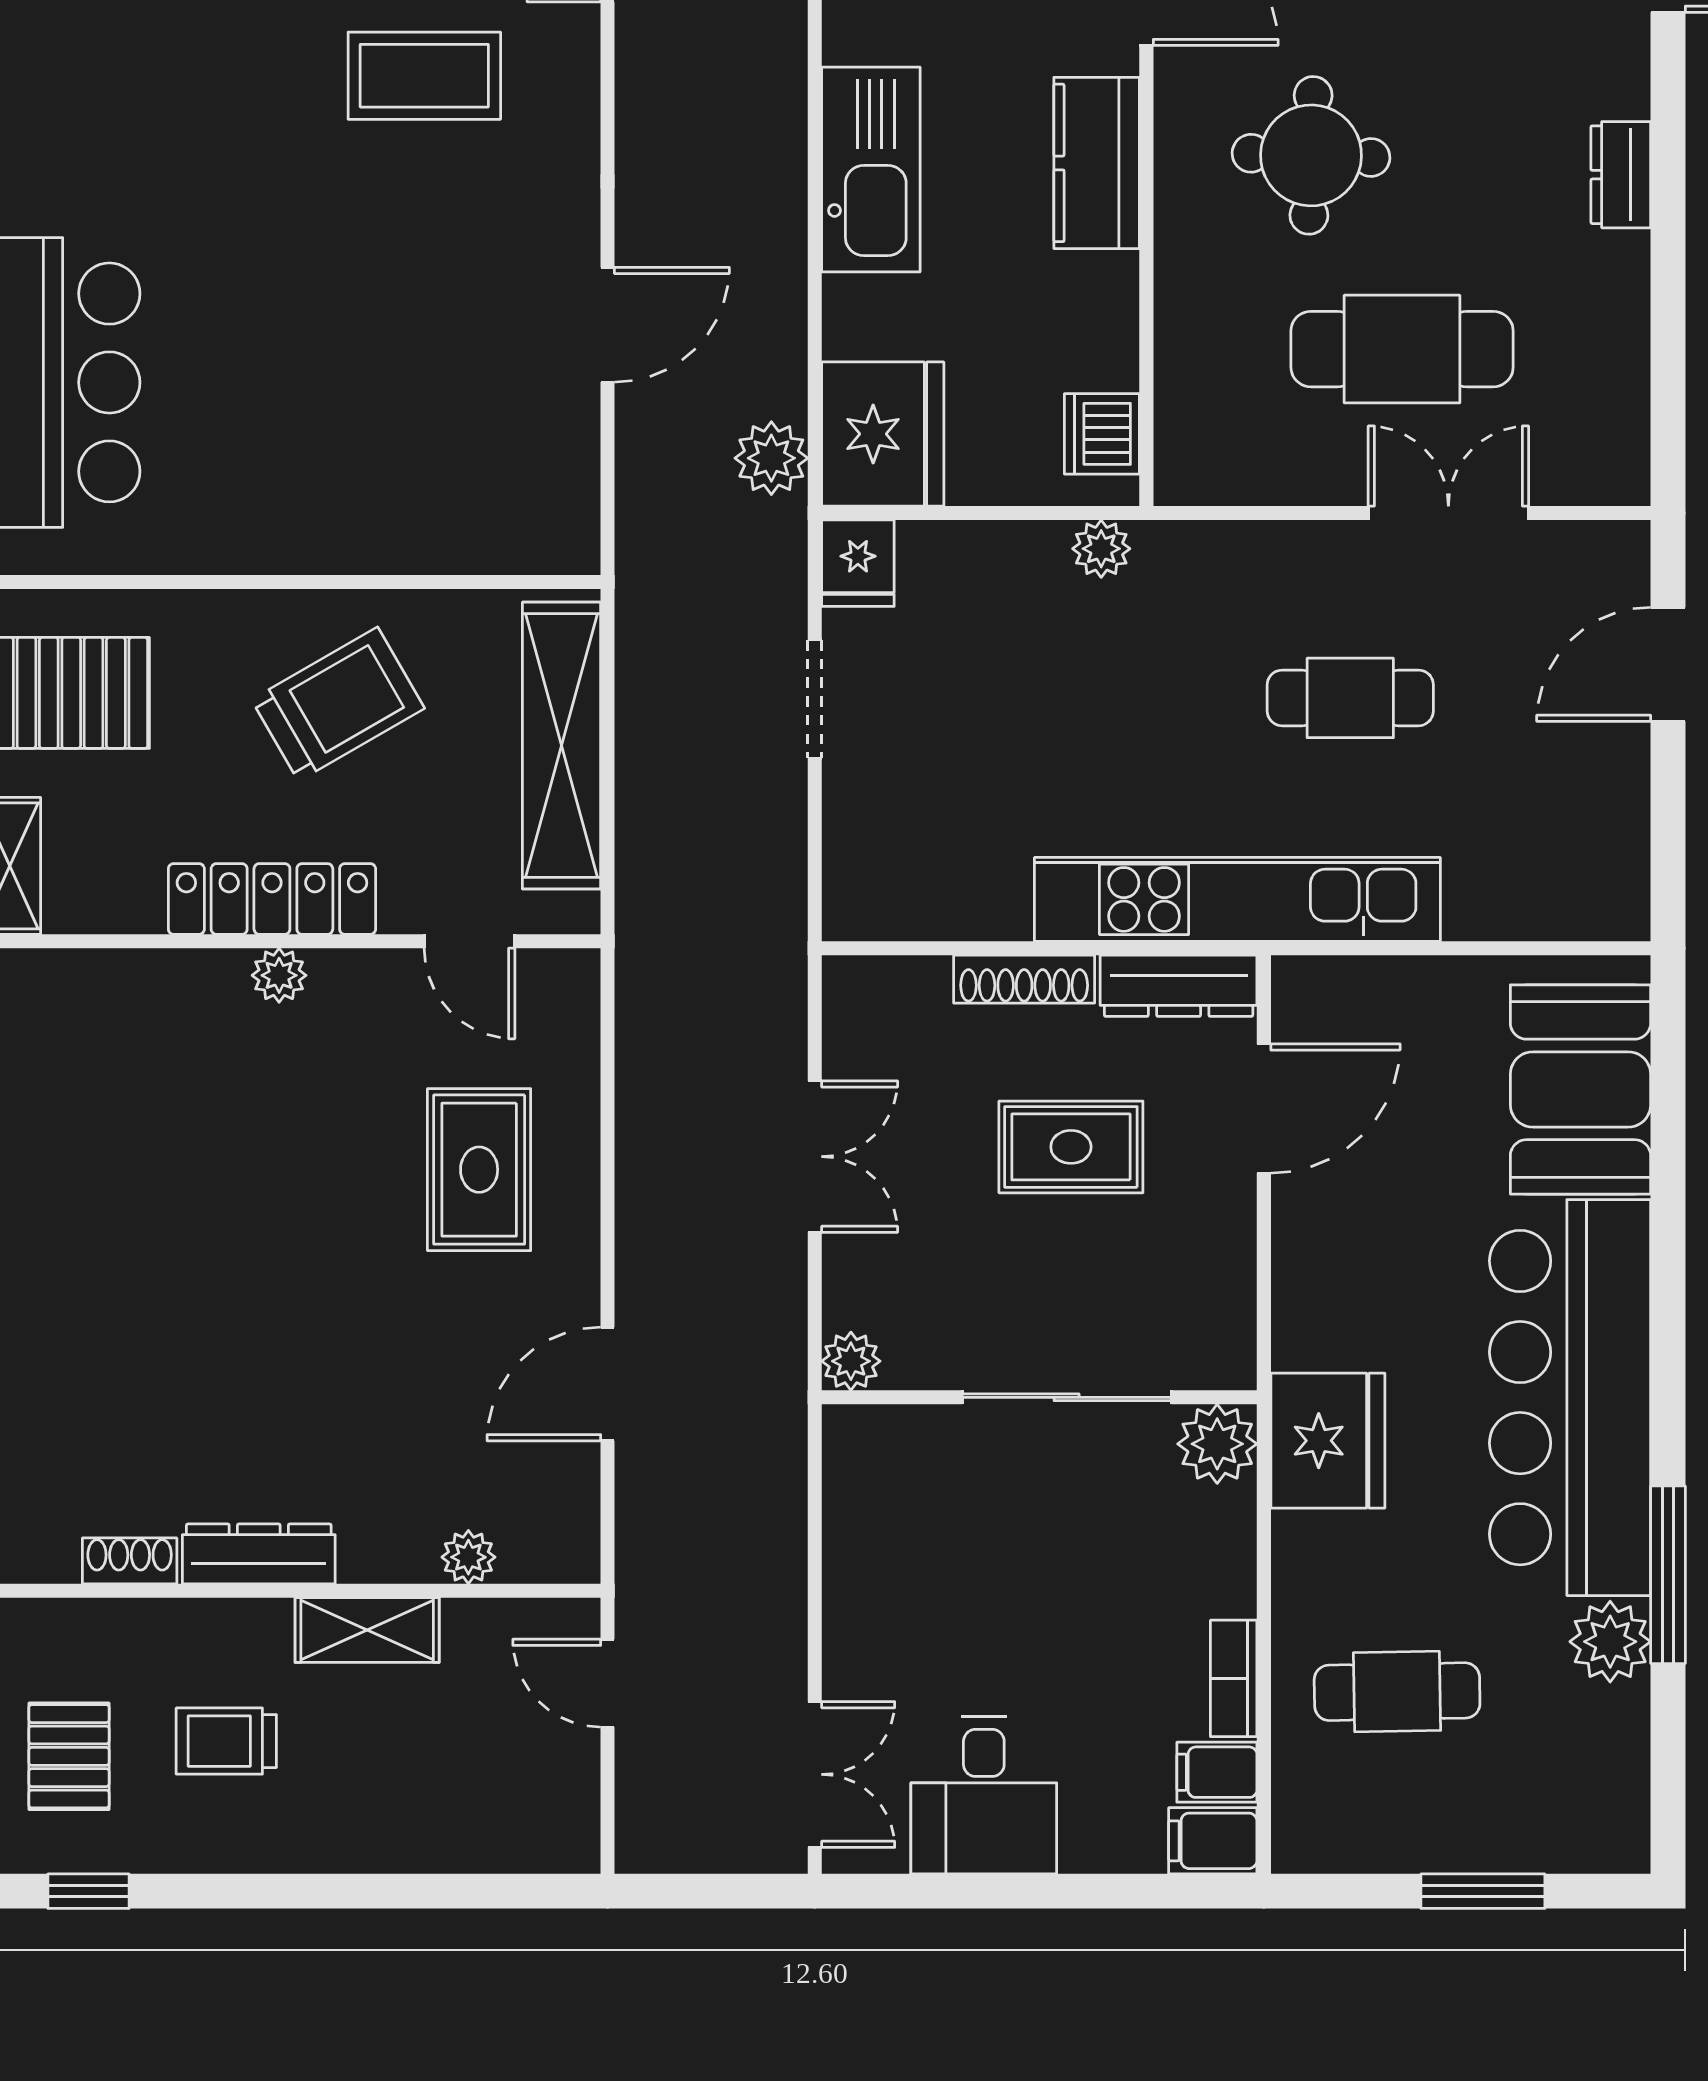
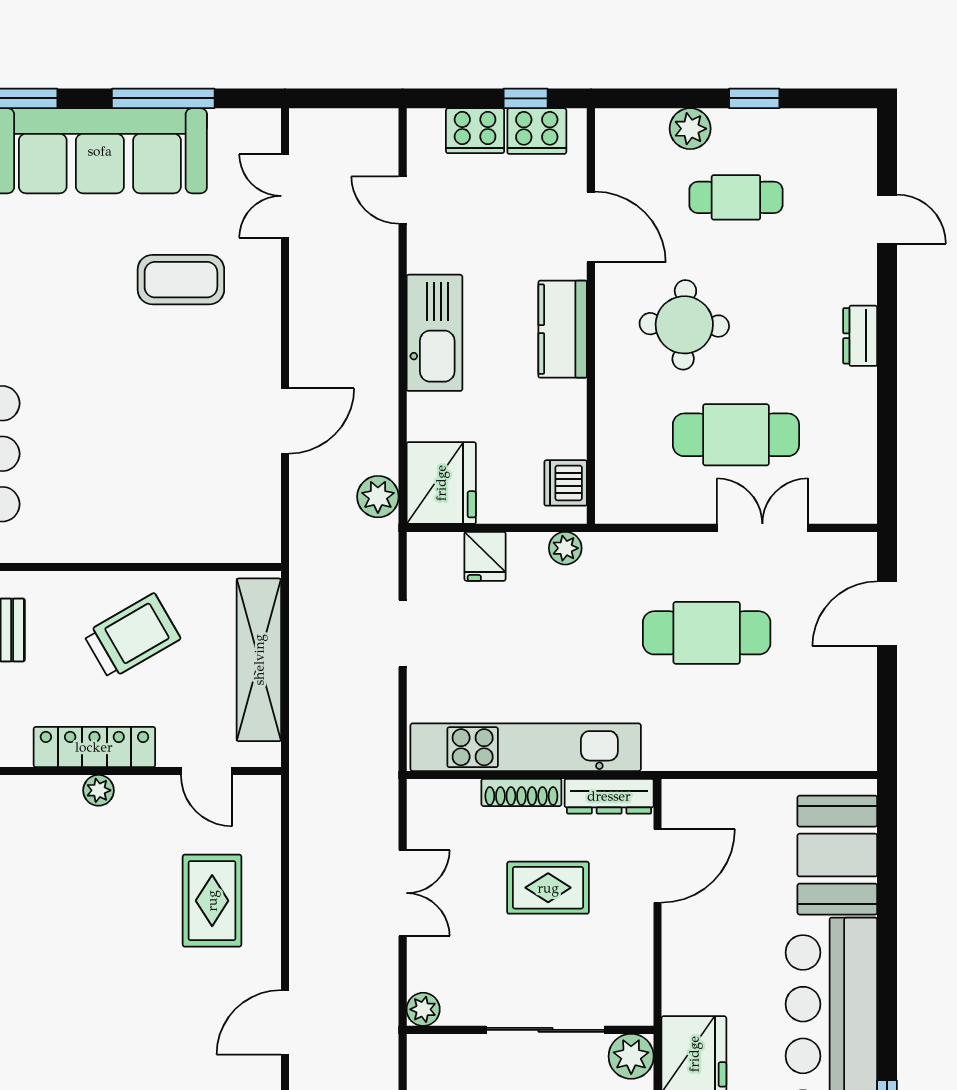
fridge: (858, 563) -> (485, 556), moved
cafe table: (1350, 698) -> (707, 633), width x1.37, depth x1.35
kitchen unit: (1237, 899) -> (526, 747), moved

